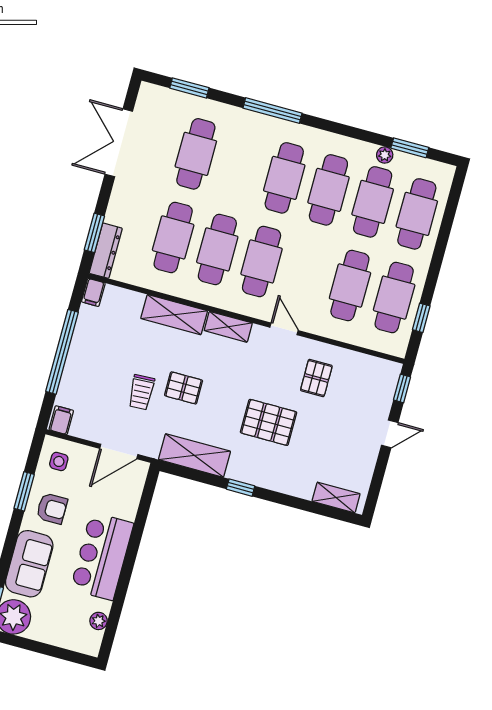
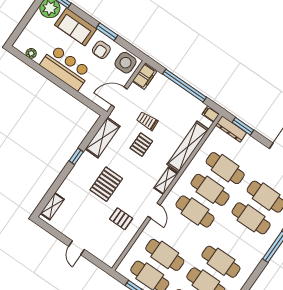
cafe table: (284, 178) -> (251, 218), moved
shelving: (174, 315) -> (188, 147), width x1.47
door: (284, 329) -> (154, 211), hinge flipped
window: (402, 388) -> (99, 263), removed
filing cabinet: (61, 420) -> (144, 76), width x2.00
door: (119, 452) -> (119, 97), hinge flipped
side table: (59, 461) -> (126, 63), width x1.87, depth x1.87
window: (24, 491) -> (107, 32), moved

